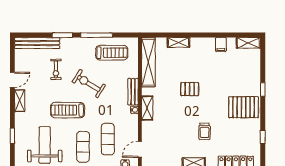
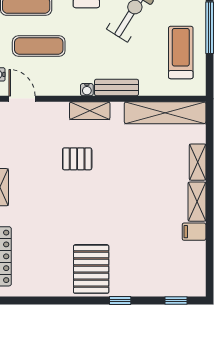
shelving: (248, 43) -> (197, 202), moved
treadmill: (112, 53) -> (181, 52), turned 180
pallet: (190, 89) -> (77, 159), moved, turned 90
trolley: (205, 131) -> (52, 205), removed
window: (263, 137) -> (176, 300), moved

